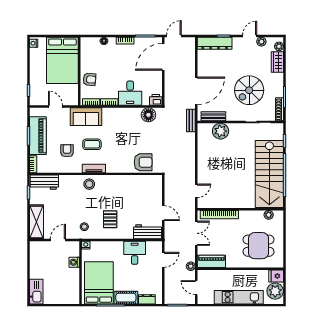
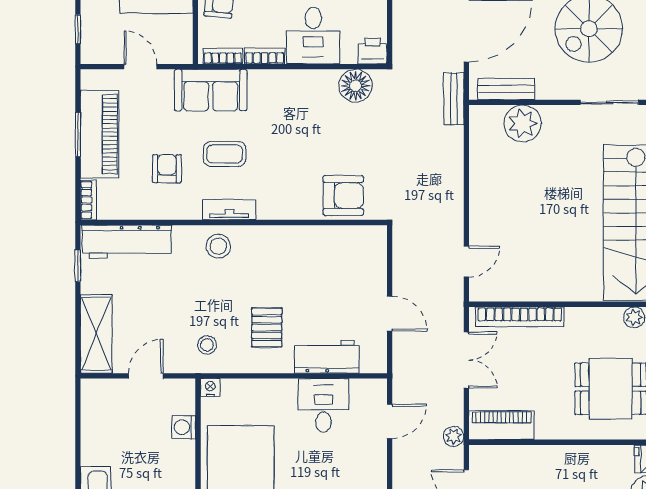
workbench: (44, 182) -> (127, 242), width x1.38
workbench: (148, 232) -> (327, 357), moved

